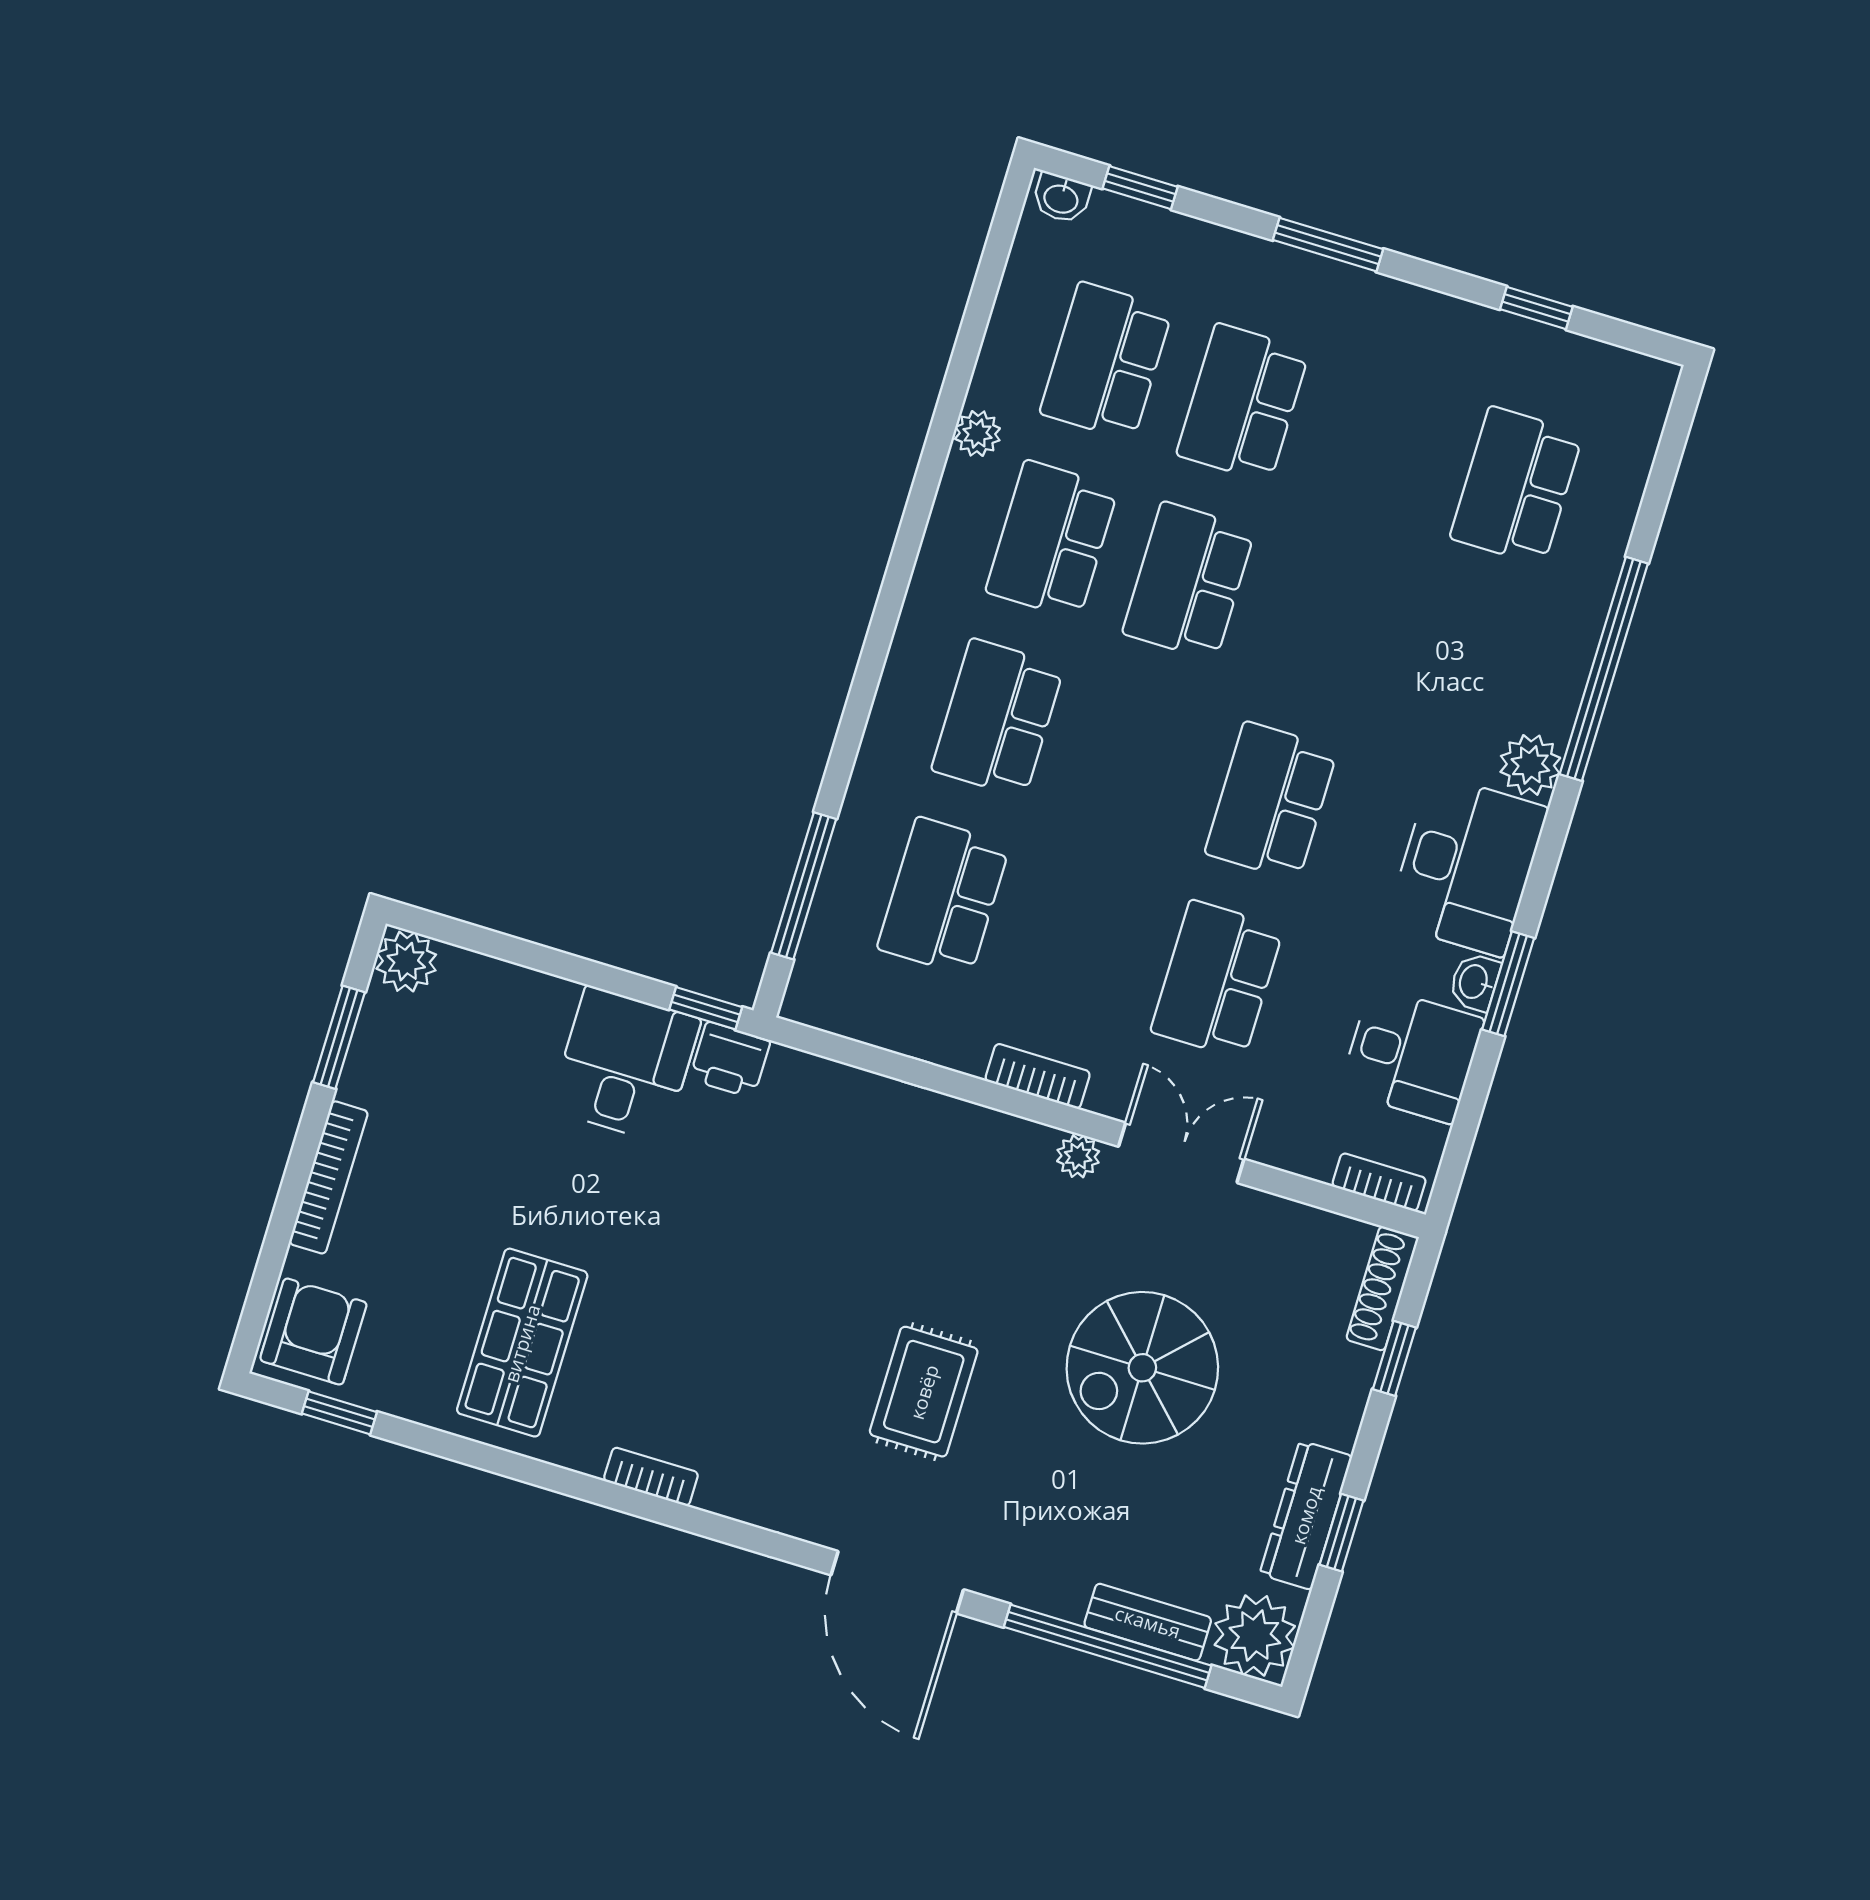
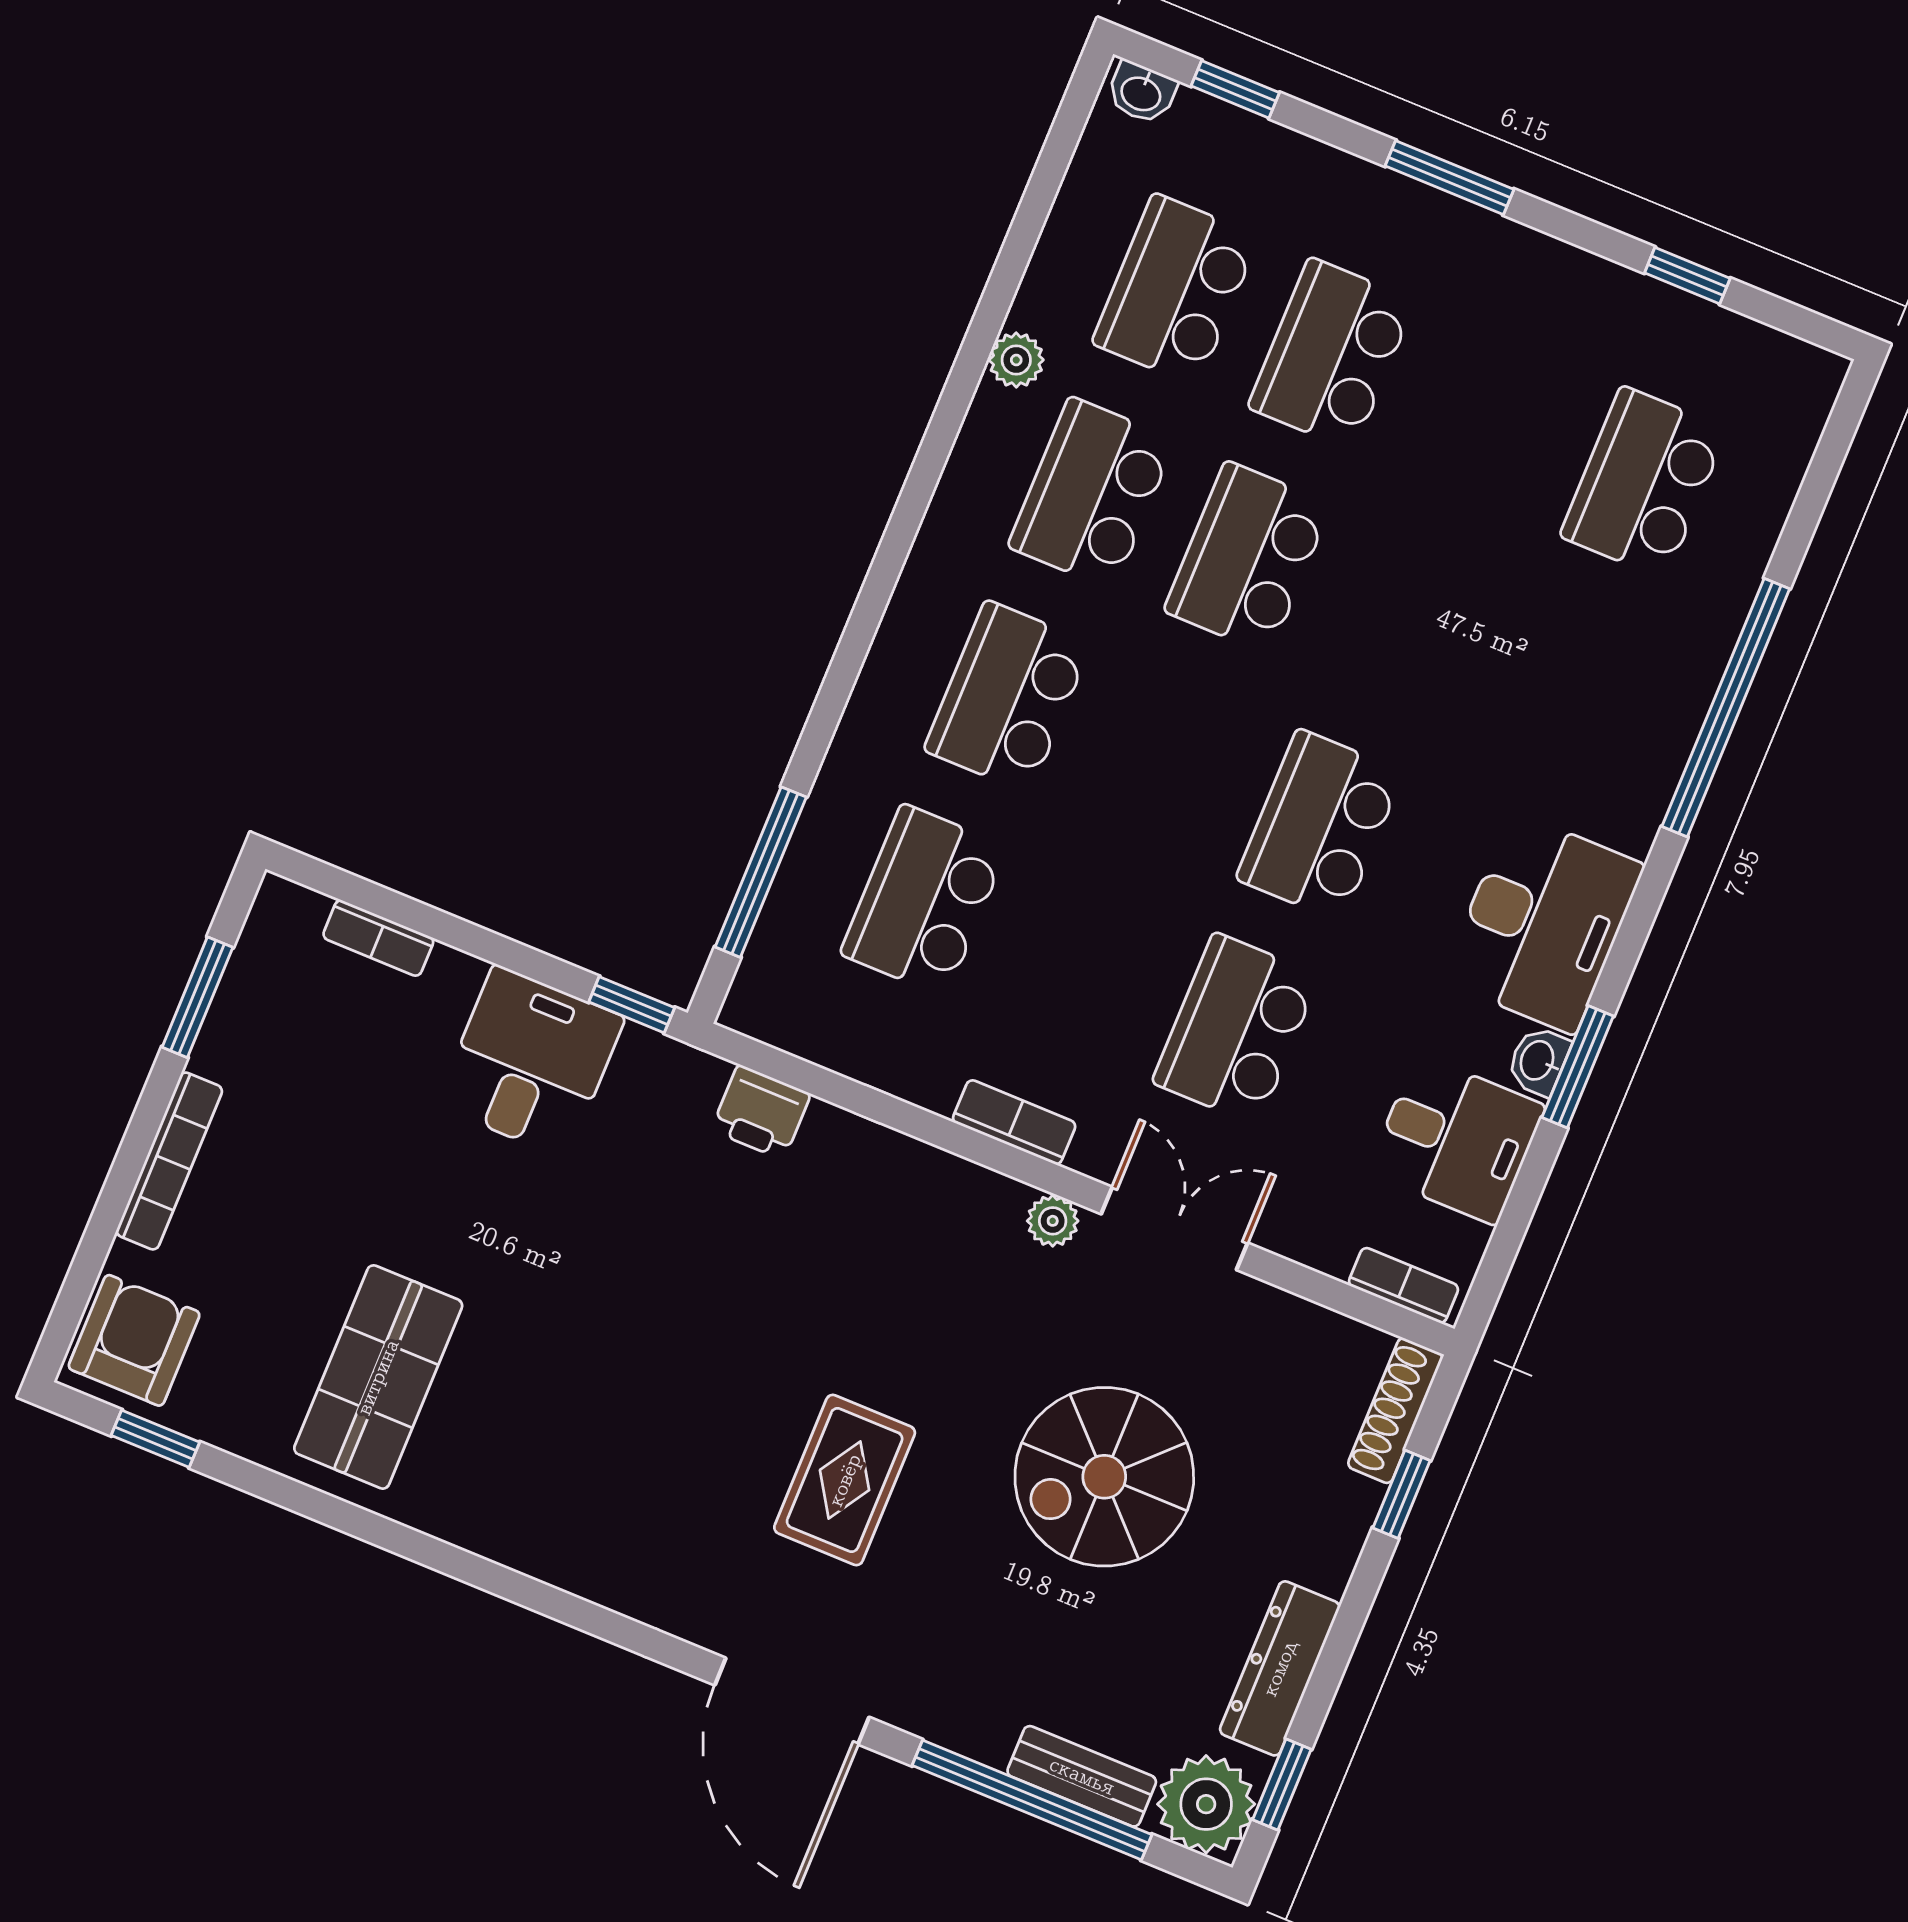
plant: (1530, 765) -> (1629, 812), removed
plant: (406, 962) -> (285, 916), removed
printer: (730, 1060) -> (761, 1112), moved
bookcase: (651, 1477) -> (378, 938), moved, turned 180
window: (1341, 1533) -> (1282, 1784), moved

